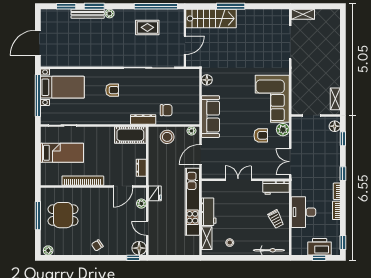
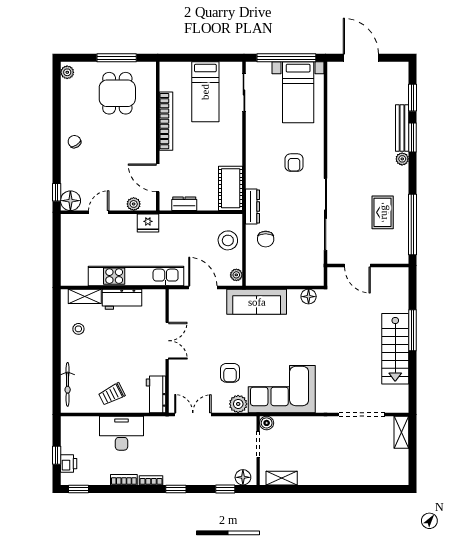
stairs: (211, 18) -> (395, 349), moved
boiler: (296, 109) -> (267, 423), added
printer: (320, 247) -> (69, 464), width x0.53, depth x0.68

